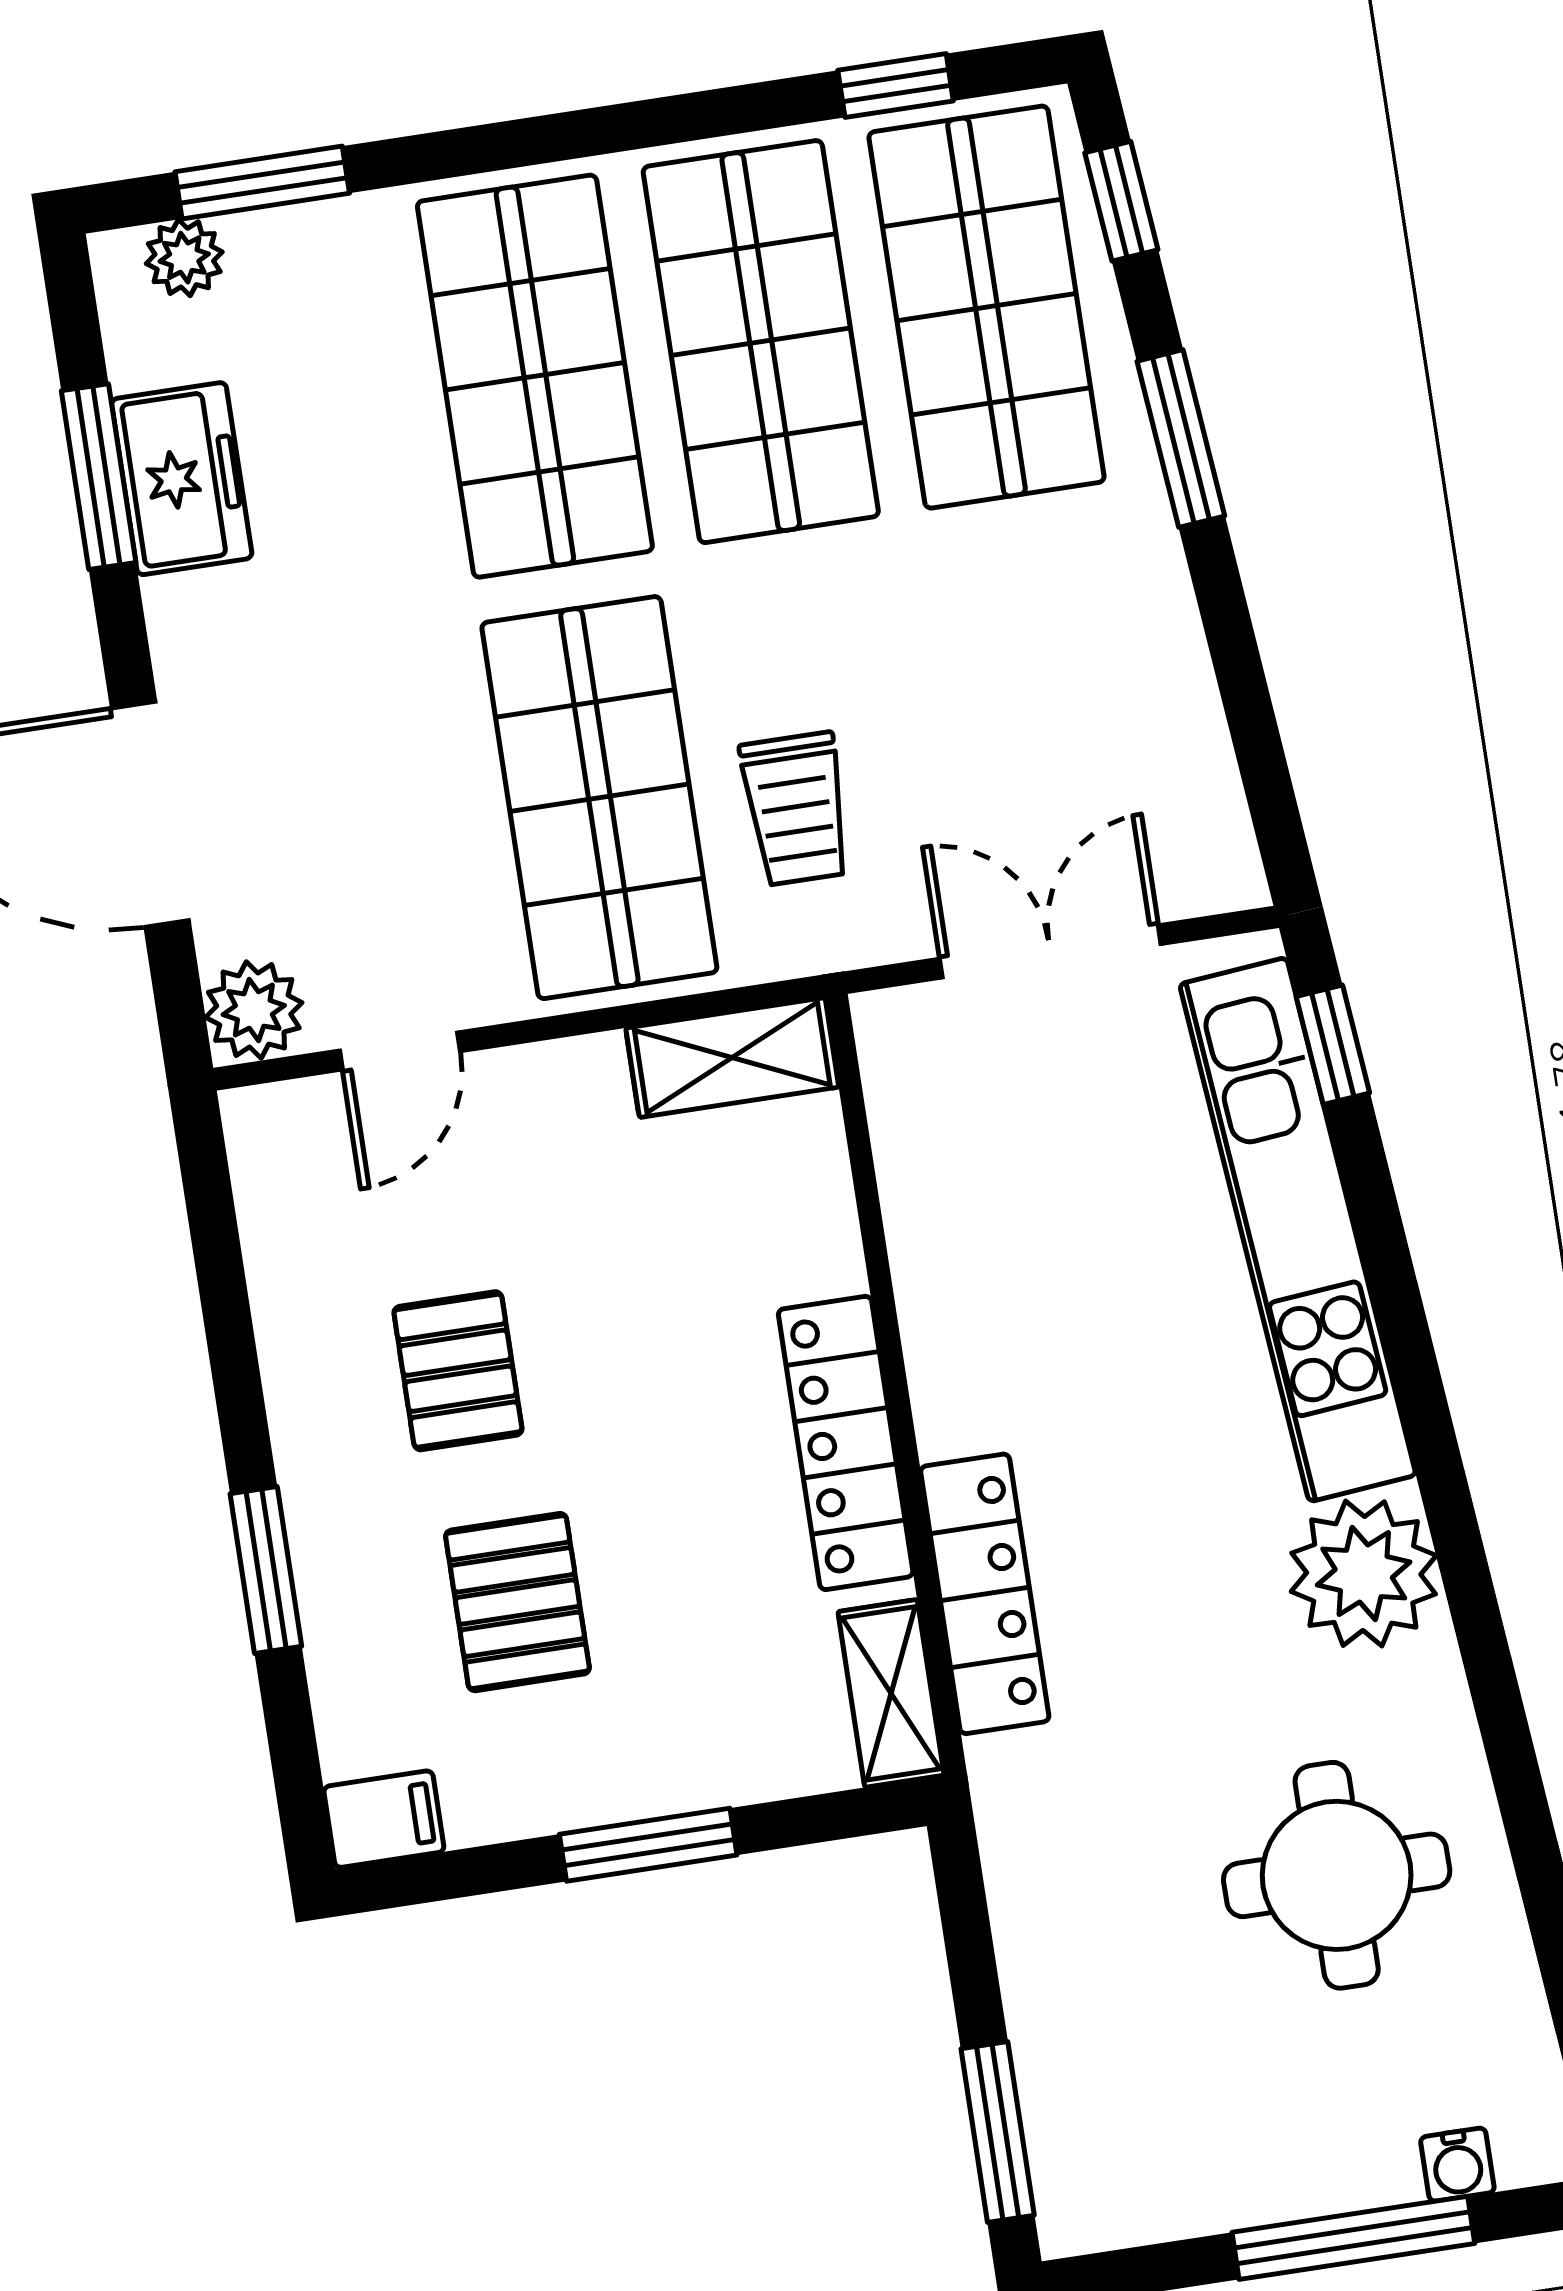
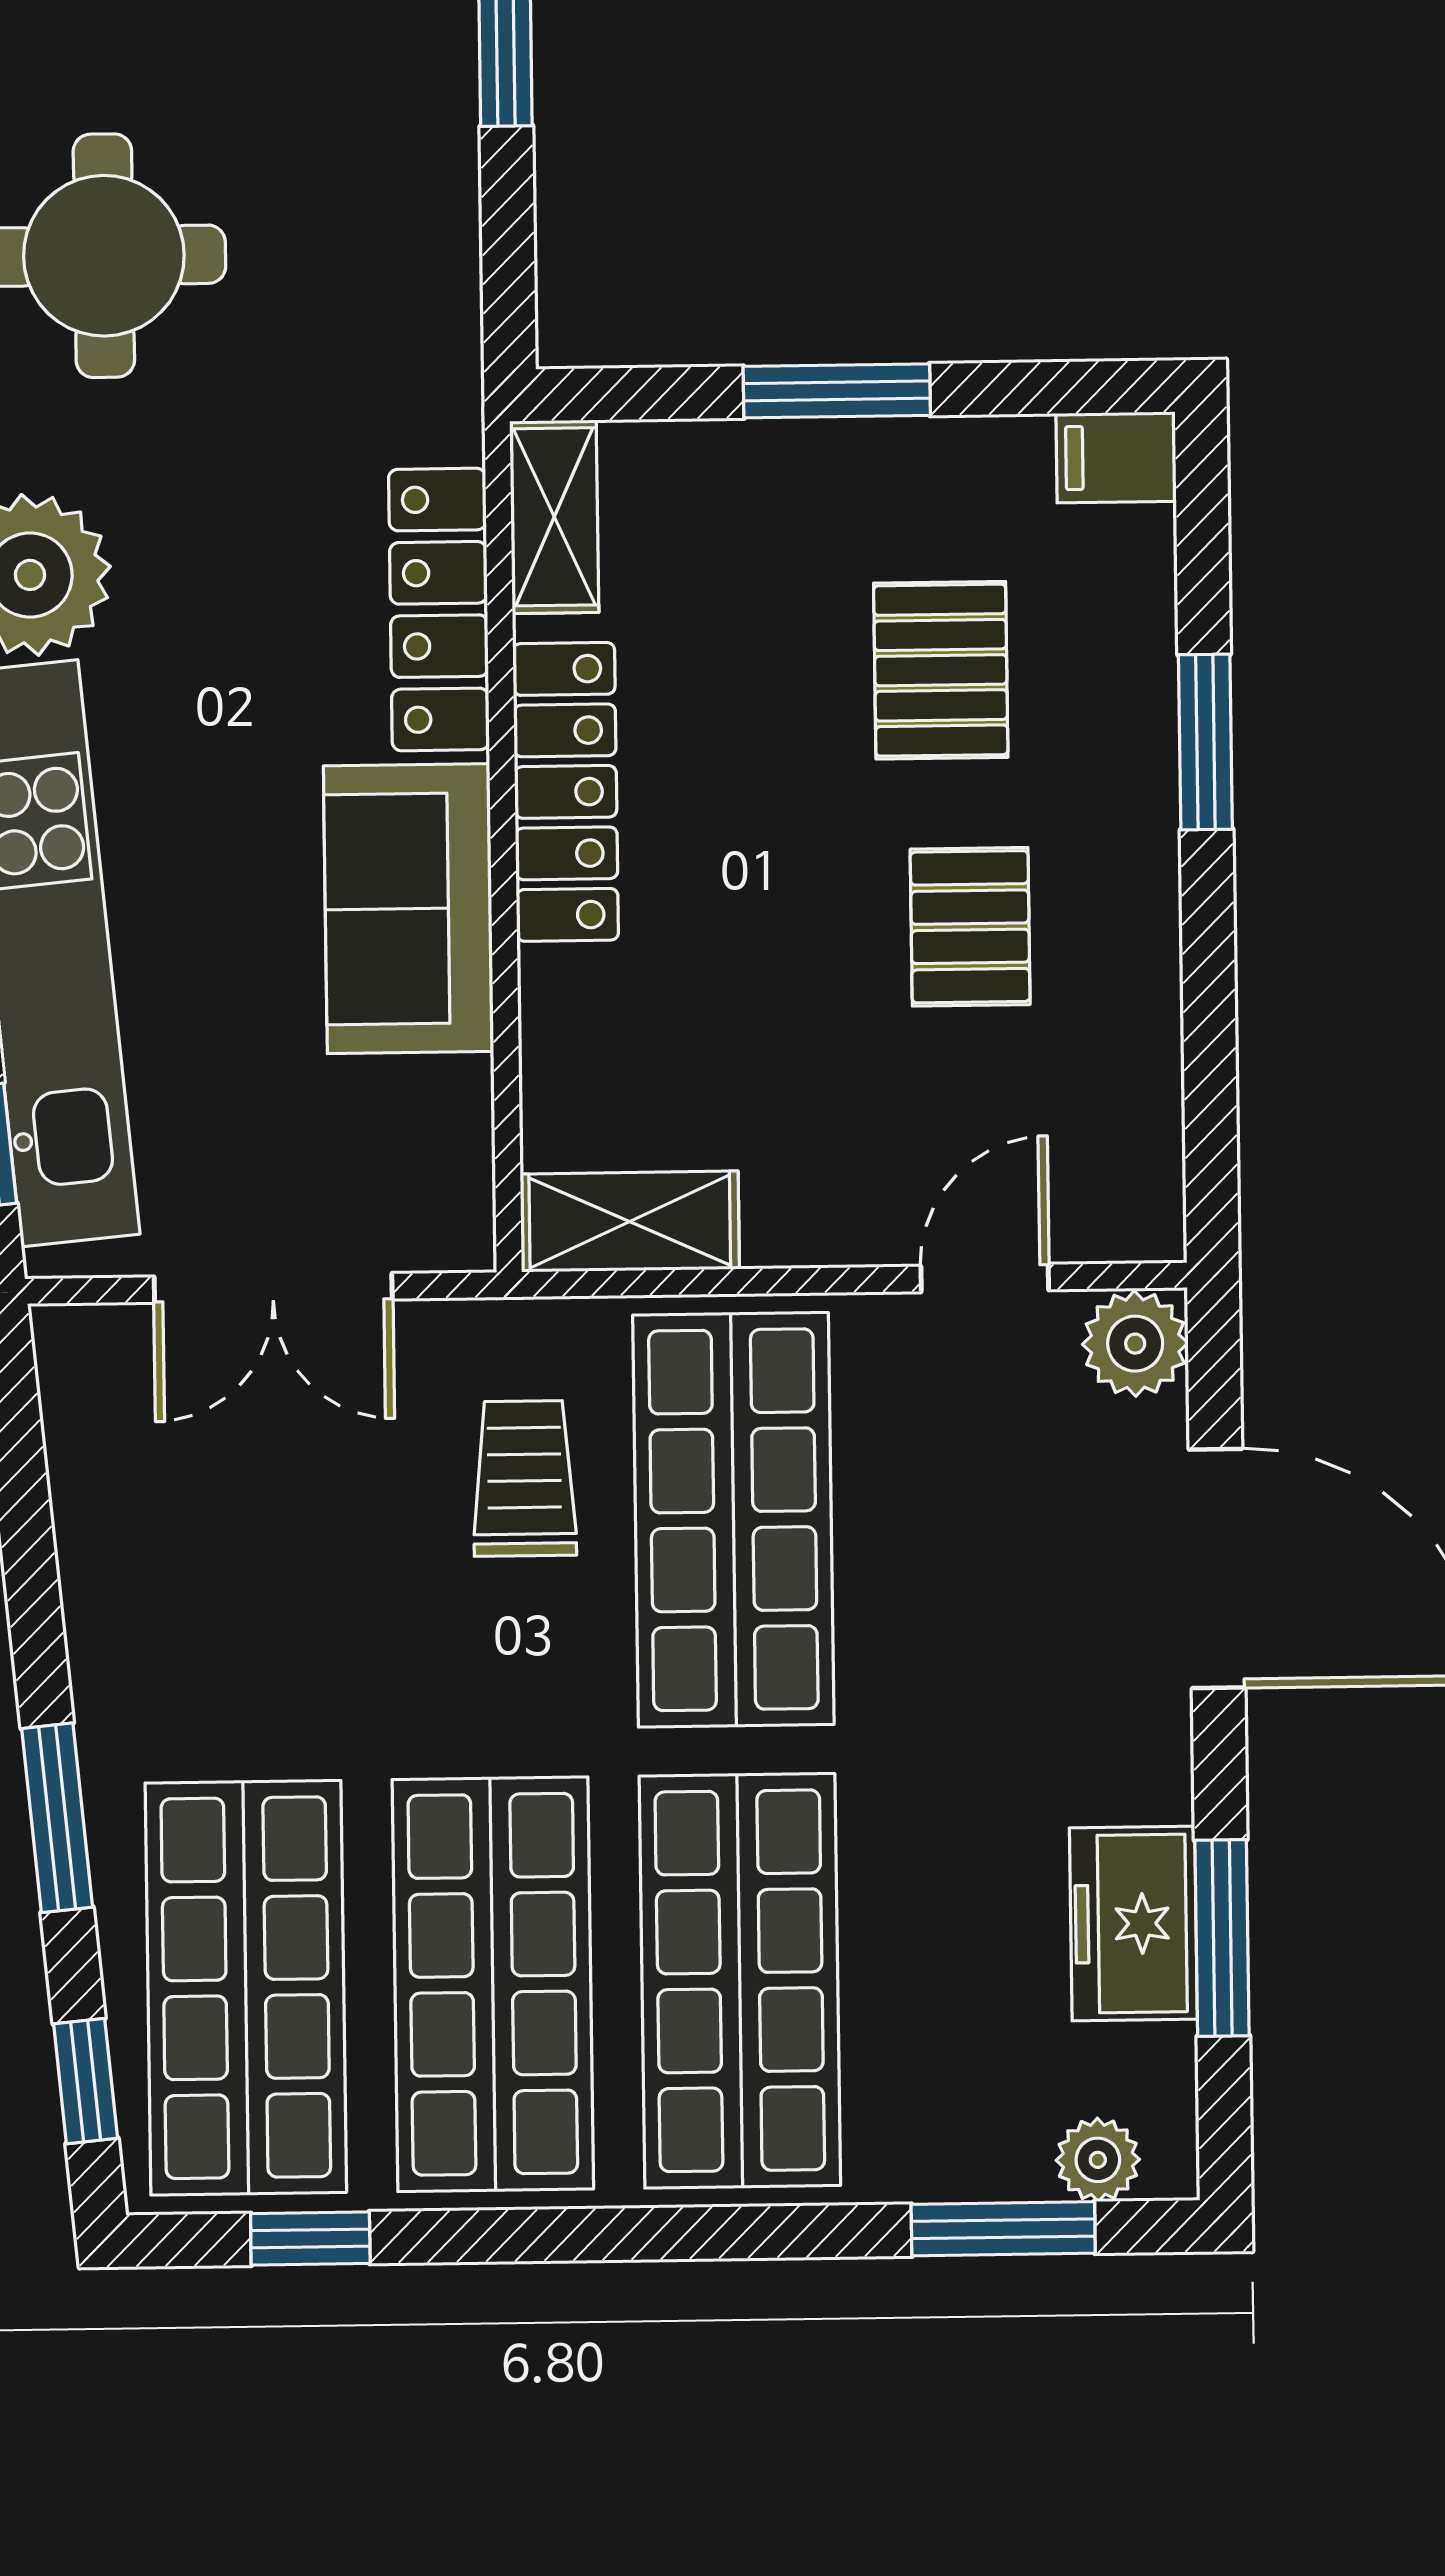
sofa: (975, 1316) -> (408, 909), added

